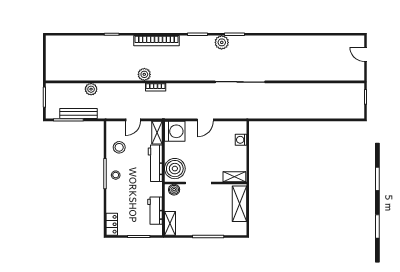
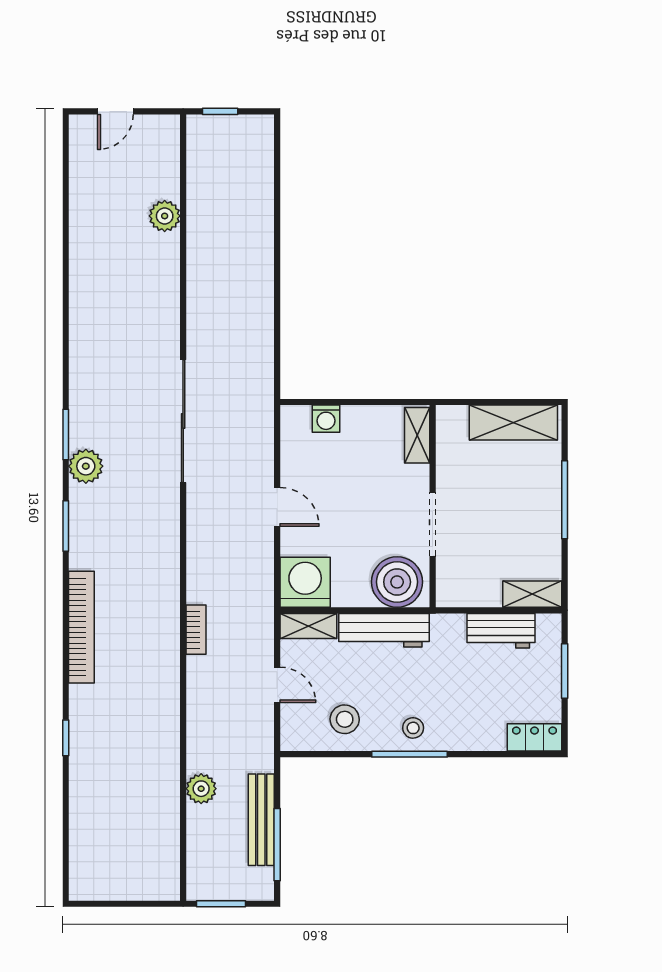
plant: (144, 74) -> (165, 216), moved
boiler: (174, 190) -> (449, 584), removed
shelving: (239, 204) -> (513, 422), moved

